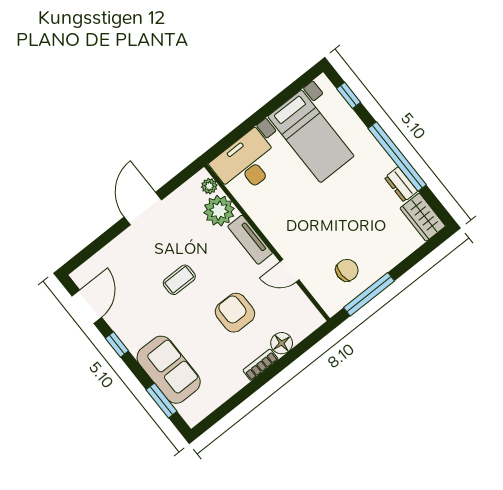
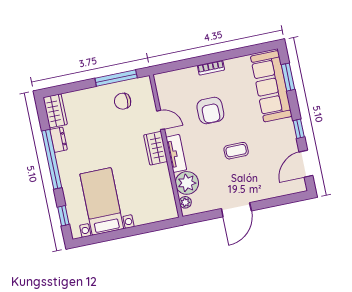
desk: (246, 163) -> (154, 205), removed
wardrobe: (278, 233) -> (156, 148), added
floor lamp: (282, 343) -> (190, 75), removed
sofa: (169, 370) -> (271, 86), width x1.36

